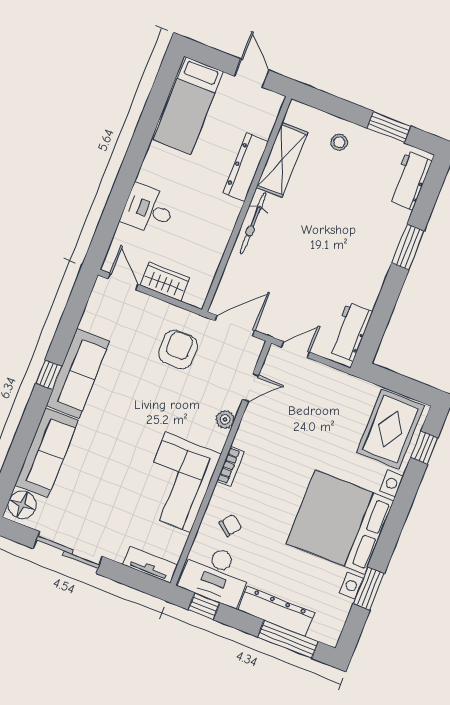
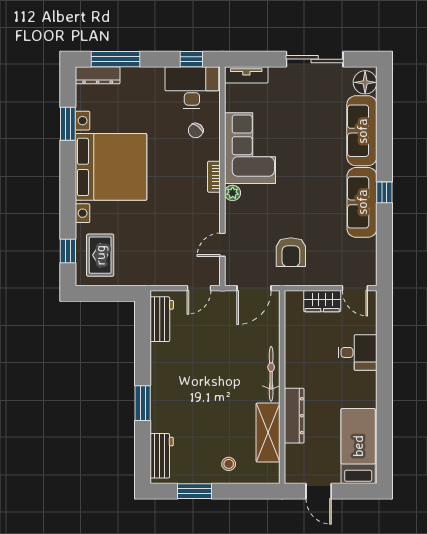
plant: (225, 419) -> (233, 193), moved
rug: (390, 429) -> (100, 255), width x0.73, depth x0.70
dresser: (276, 611) -> (98, 75), moved, width x0.73, depth x0.80

